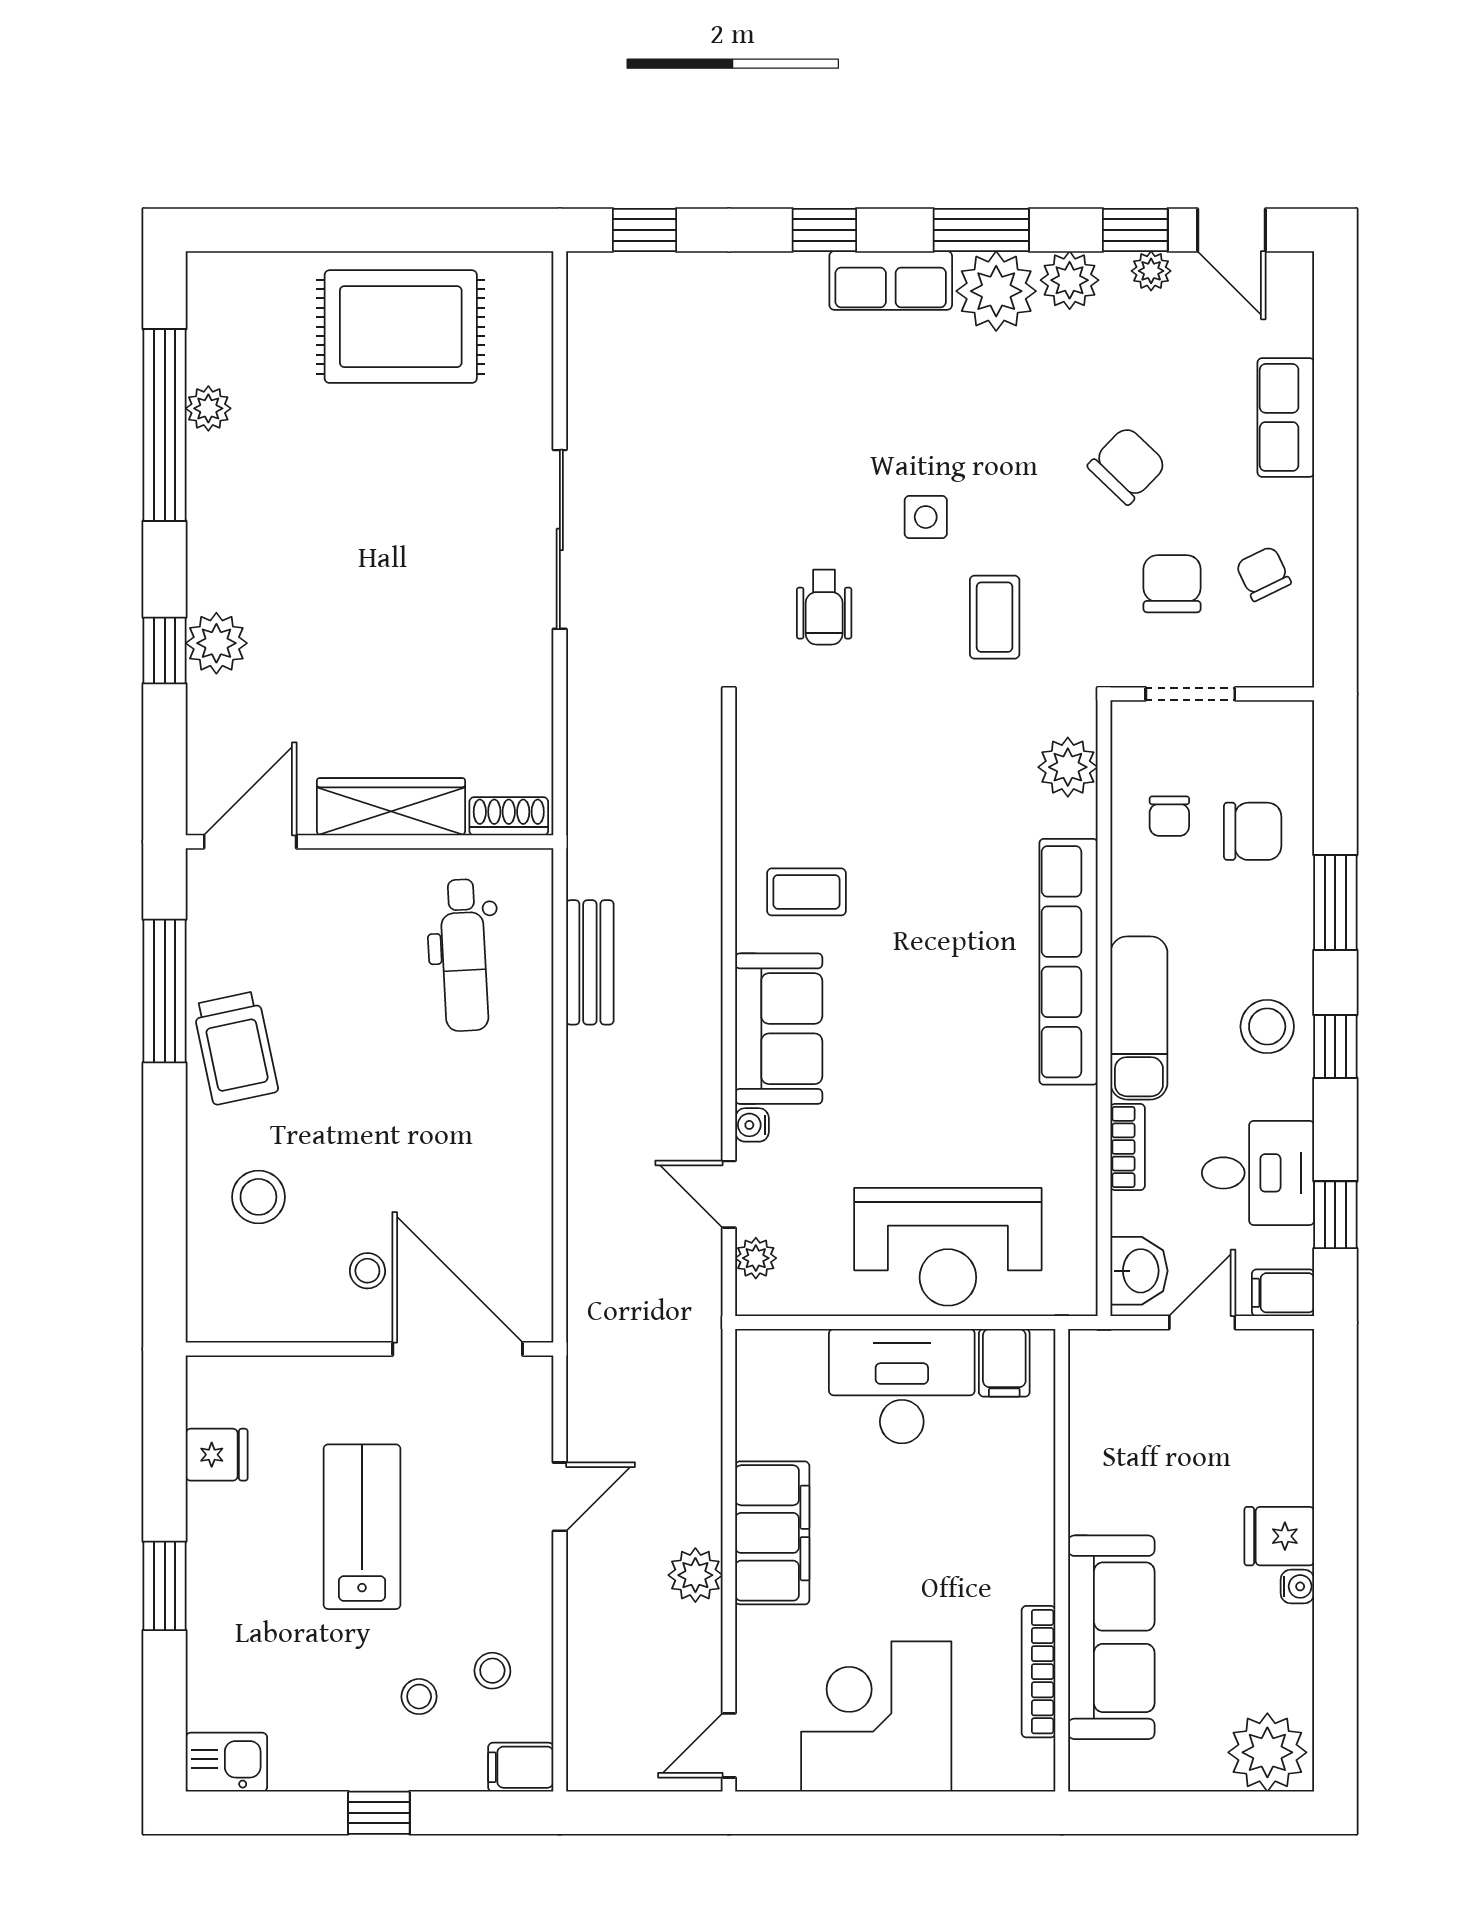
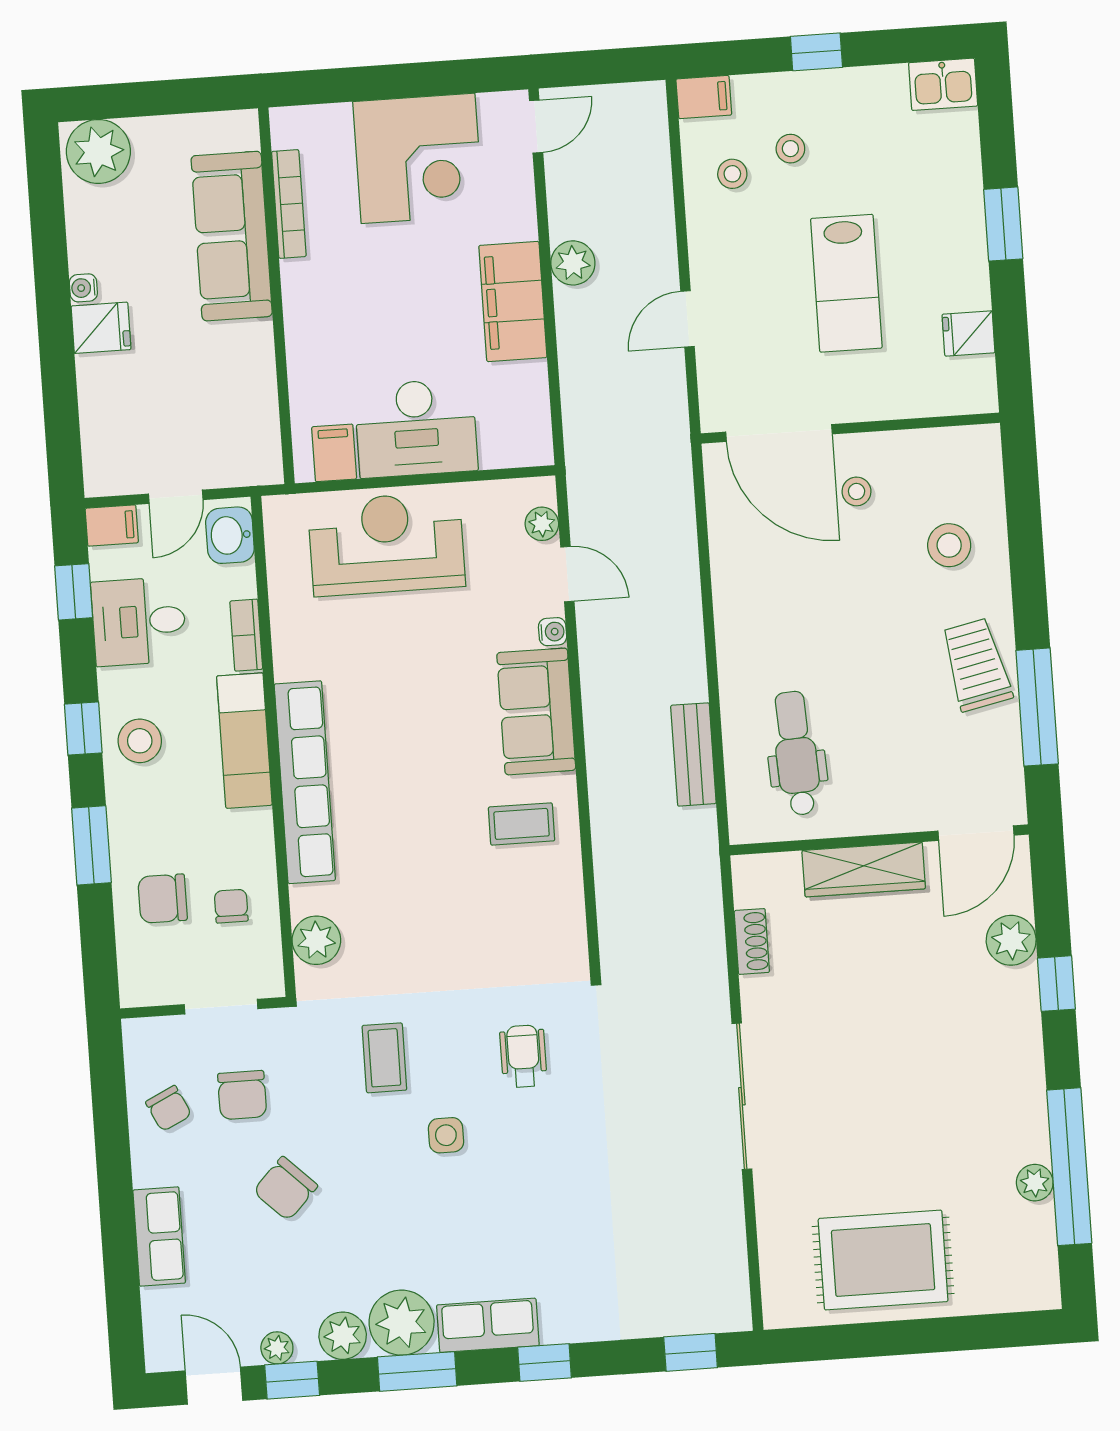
plant: (216, 643) -> (1011, 940), moved
shoe rack: (509, 816) -> (752, 941), moved, turned -90

